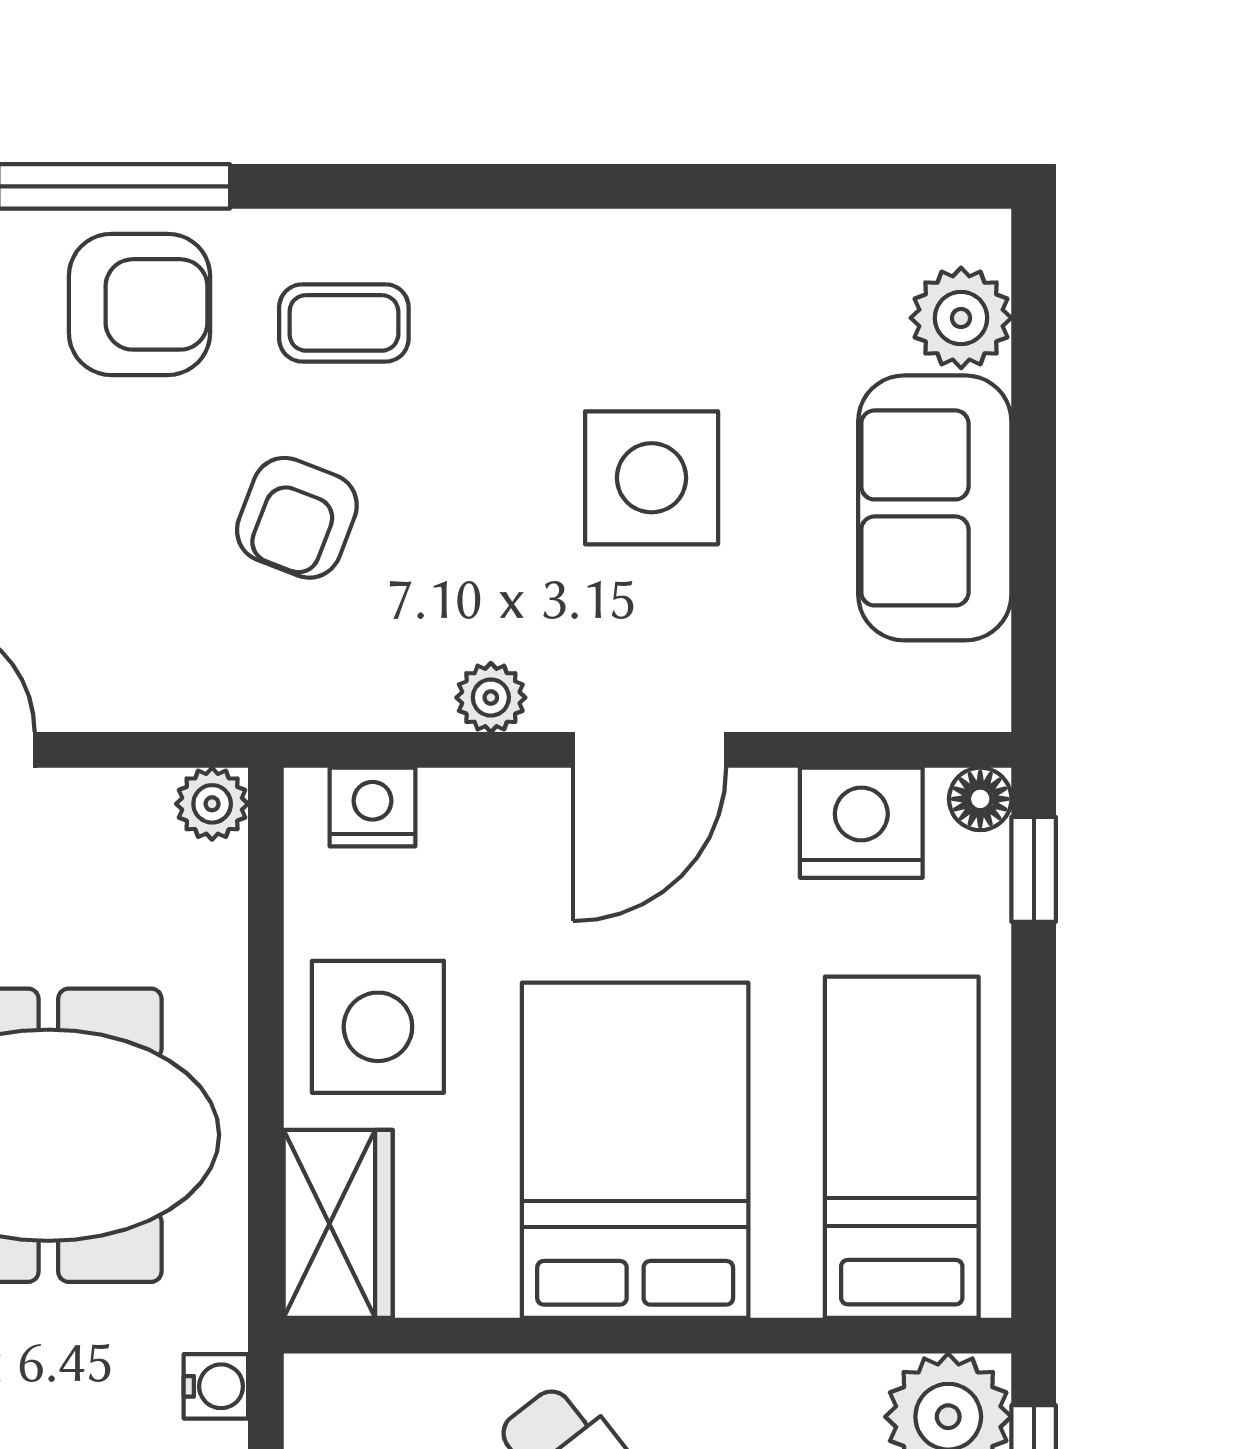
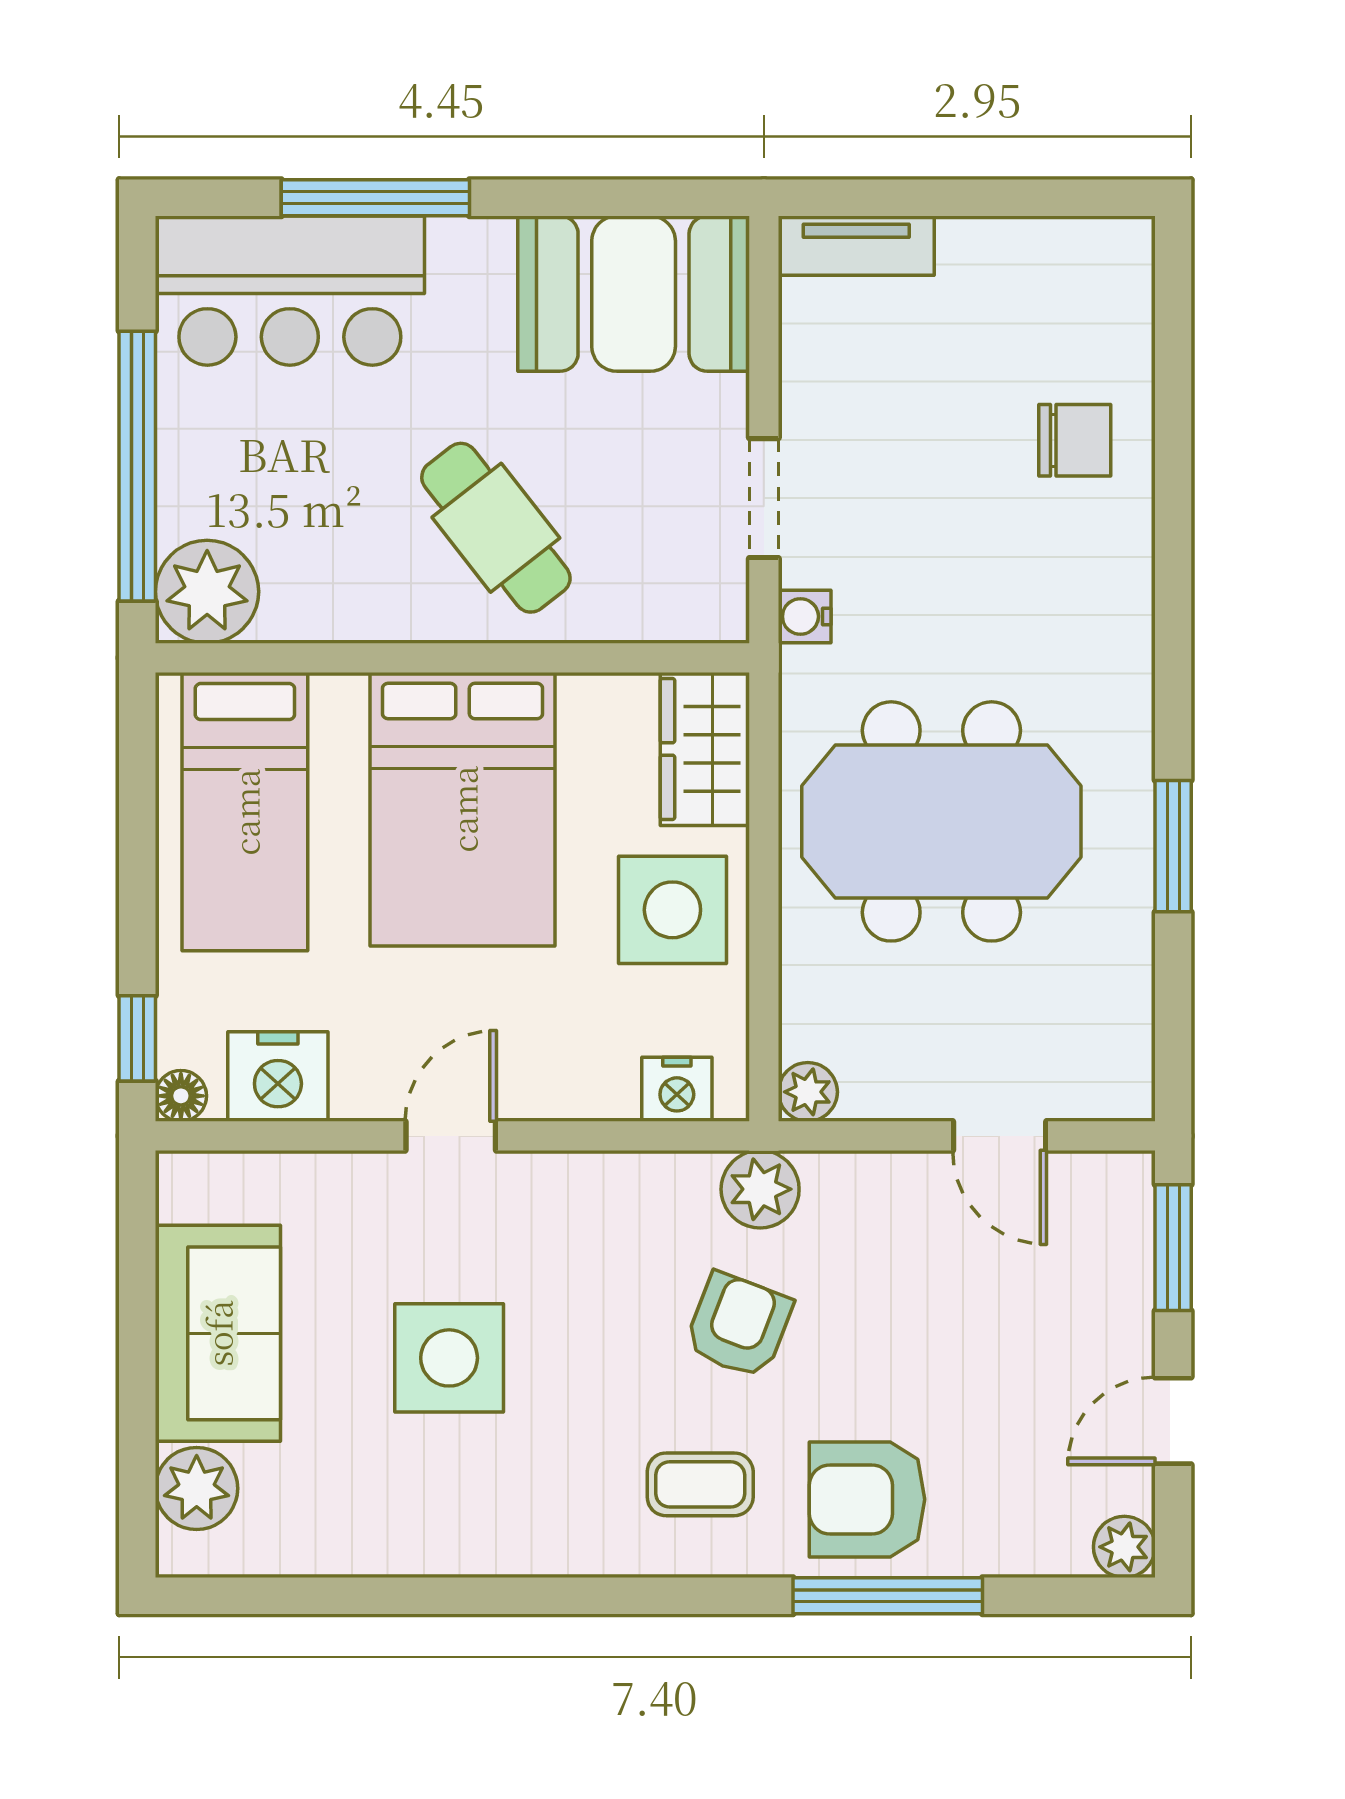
plant: (491, 698) -> (760, 1189), moved, width x1.38, depth x1.38
door: (650, 750) -> (451, 1136), width x0.73

